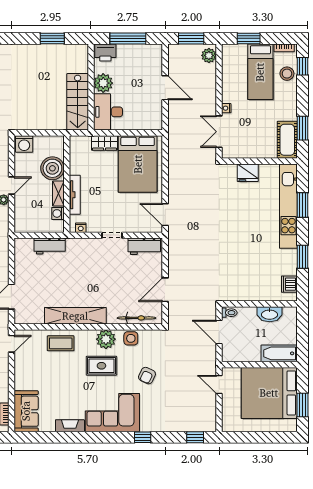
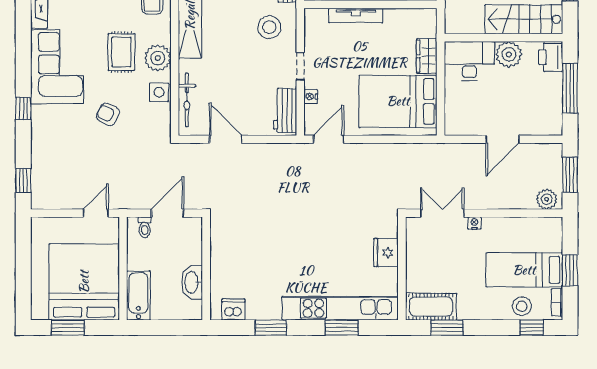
window: (249, 38) -> (570, 270), moved
stairs: (78, 102) -> (524, 19), moved
nightstand: (81, 228) -> (311, 97), moved
stool: (83, 258) -> (269, 27), added
toilet: (229, 313) -> (145, 227), moved

